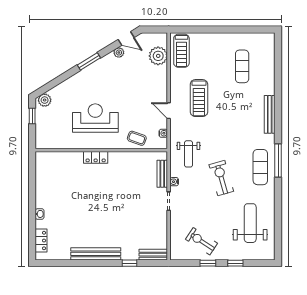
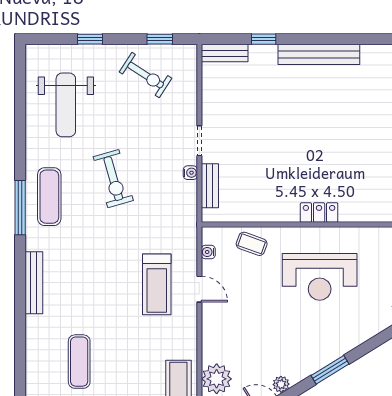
treadmill: (199, 98) -> (157, 284), moved, turned 180
weight bench: (188, 154) -> (167, 218), removed
window: (208, 263) -> (160, 39), moved

